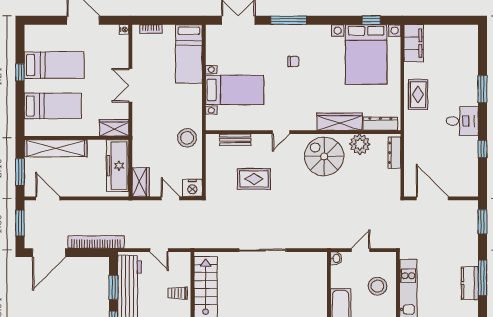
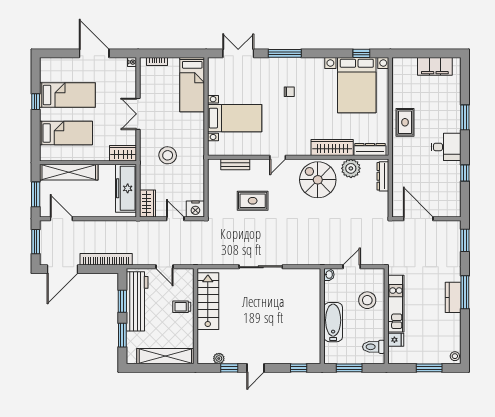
filing cabinet: (414, 43) -> (435, 66), moved, turned 90
stool: (187, 138) -> (168, 155), moved

